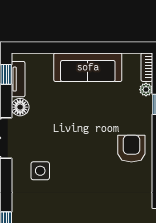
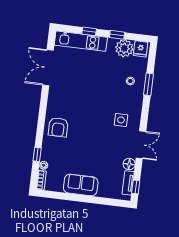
sofa: (88, 67) -> (81, 185), width x0.73

